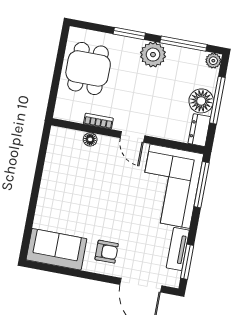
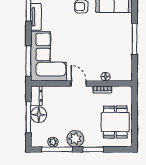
plant: (213, 61) -> (53, 142), moved
window: (36, 188) -> (135, 39), added

